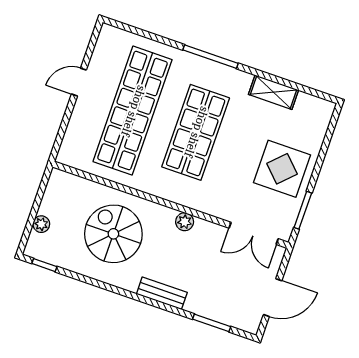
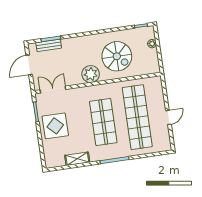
plant: (185, 222) -> (91, 74), width x1.88, depth x1.88
bench: (162, 293) -> (49, 45), moved

